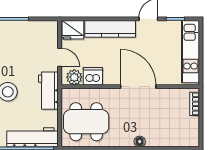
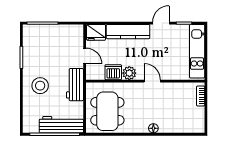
plant: (74, 77) -> (129, 73), moved
door: (138, 87) -> (152, 81), width x0.53
dining table: (86, 122) -> (107, 111), turned 90

